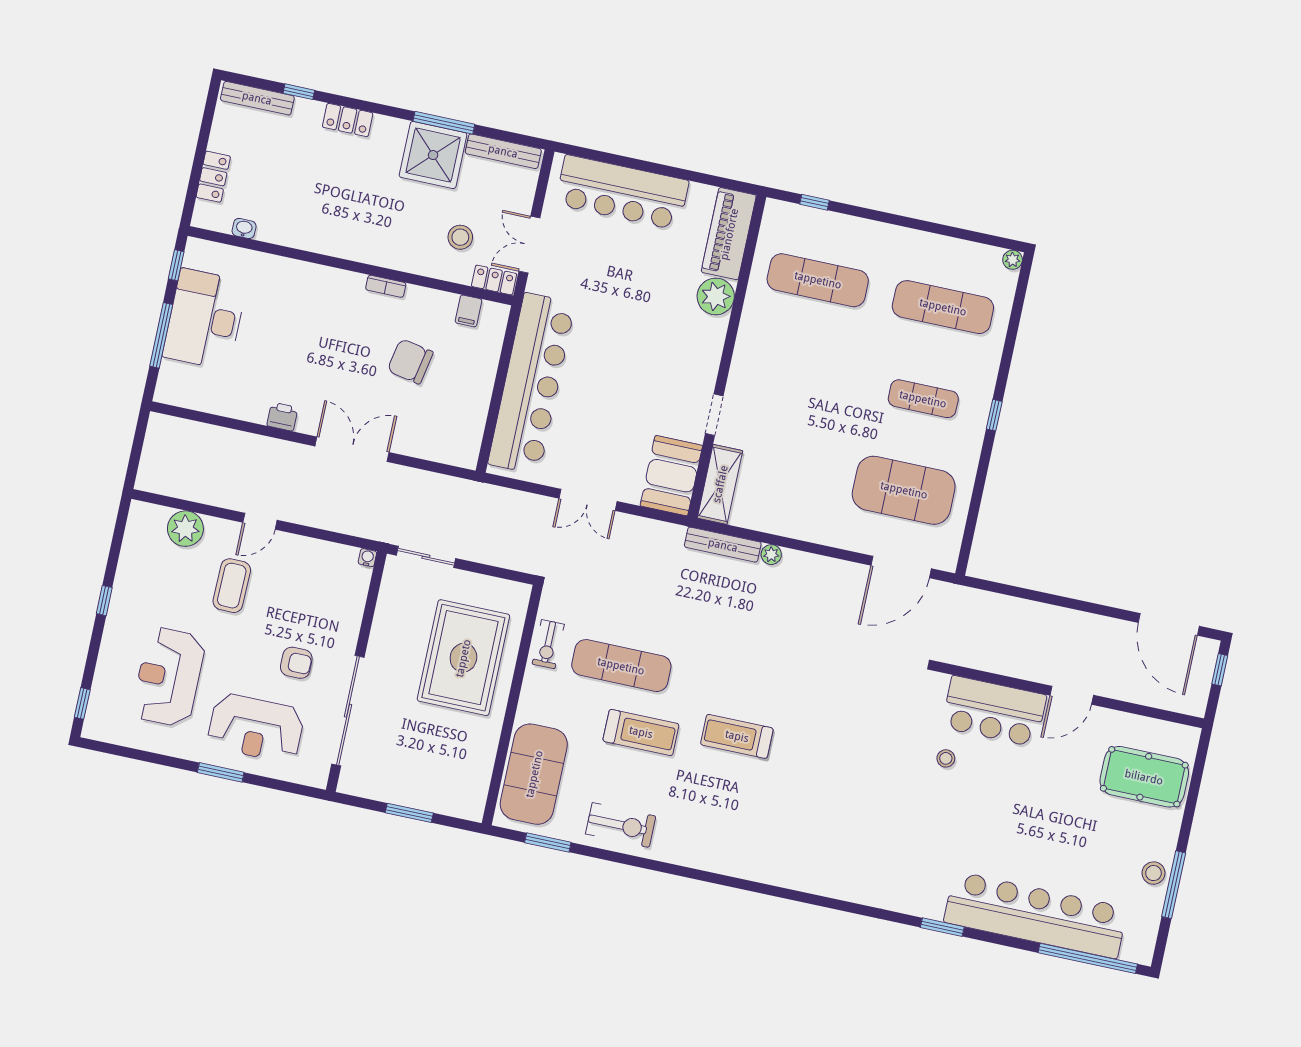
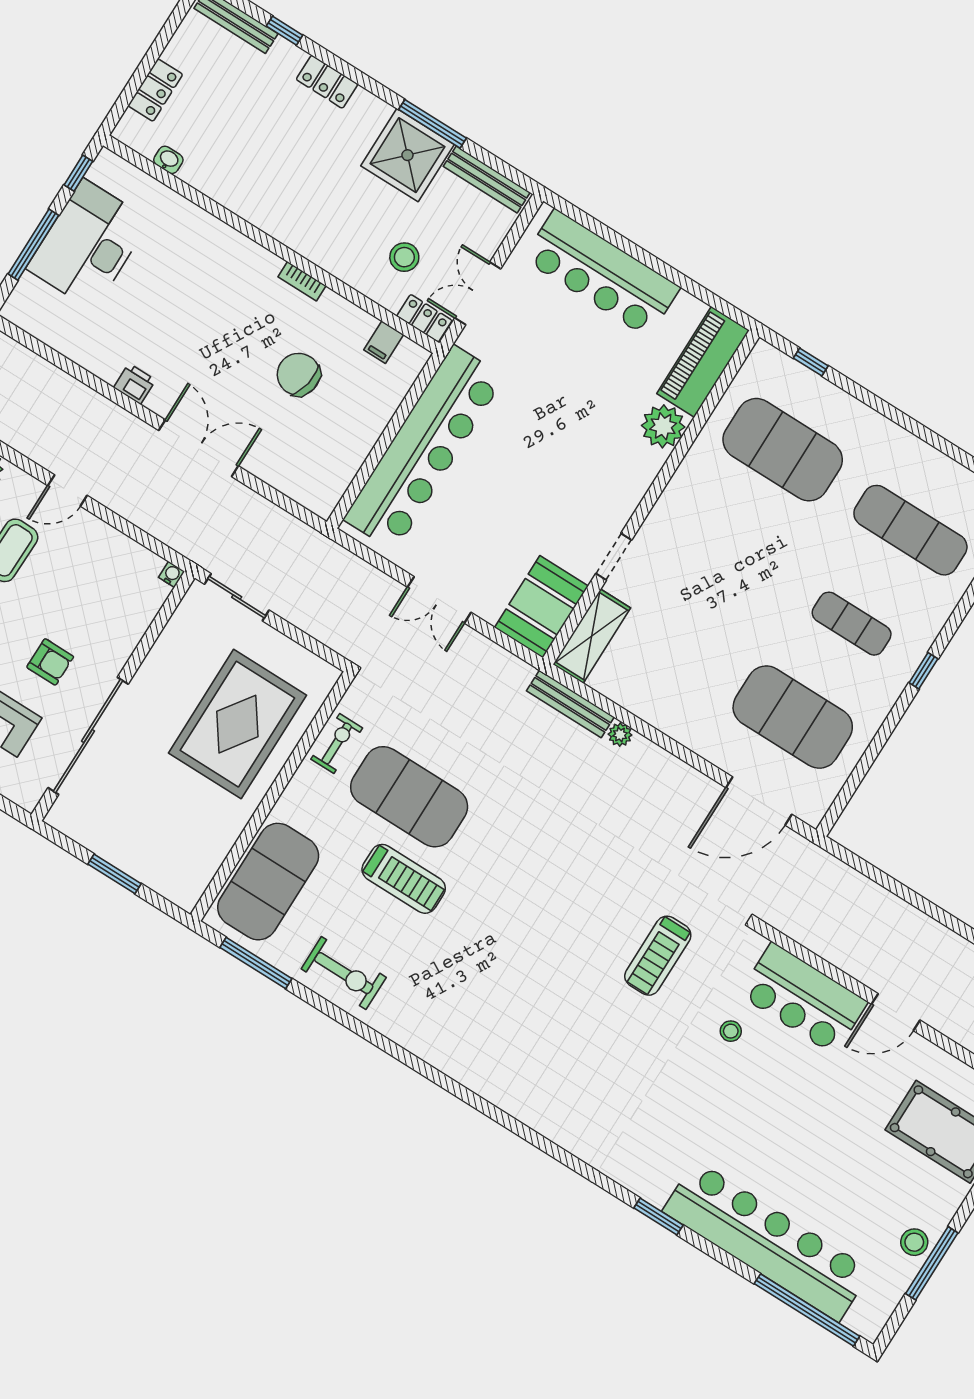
exercise mat: (818, 280) -> (783, 450), width x1.47
exercise bike: (548, 644) -> (337, 743), turned 180
exercise mat: (621, 666) -> (409, 797), width x1.47
treadmill: (737, 736) -> (658, 956), moved, turned -90
window: (548, 843) -> (256, 963), width x1.44

